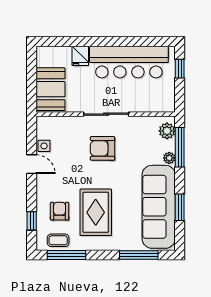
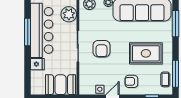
window: (127, 42) -> (28, 32), added
plant: (152, 101) -> (69, 14), added
armchair: (60, 211) -> (131, 81), moved

